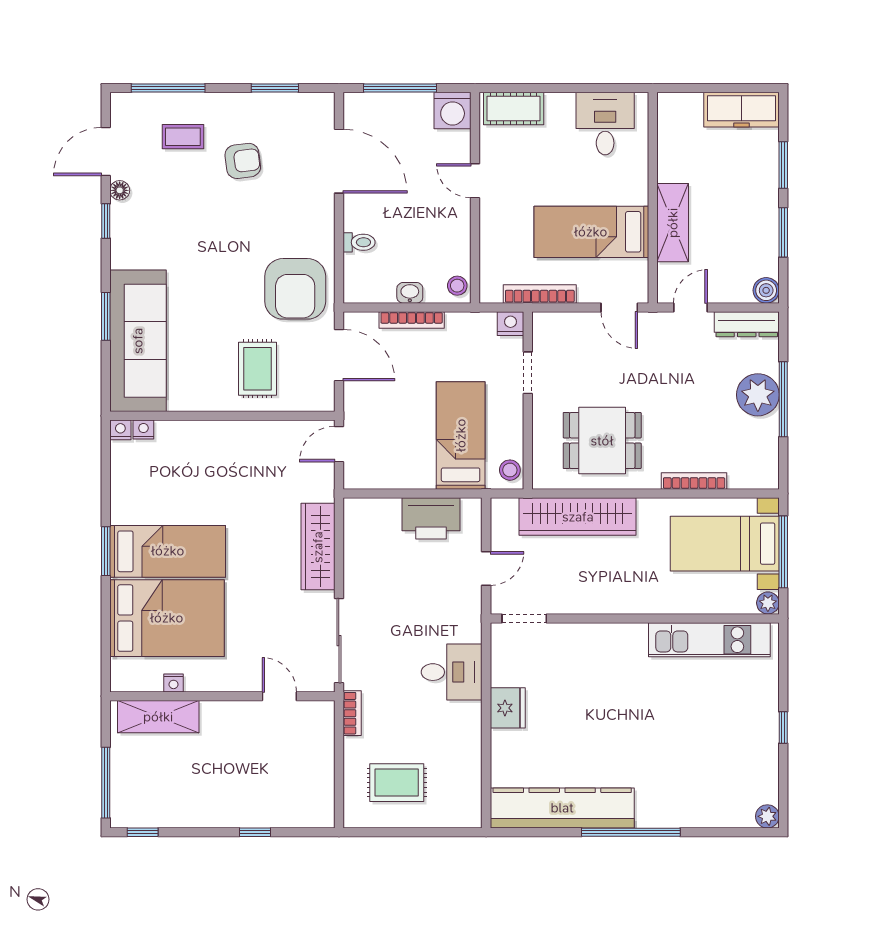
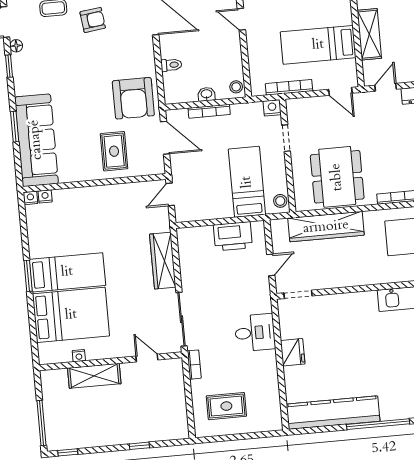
dining table: (602, 441) -> (337, 177), width x1.38
shelving: (158, 717) -> (94, 376), moved

